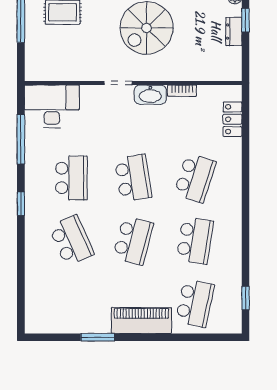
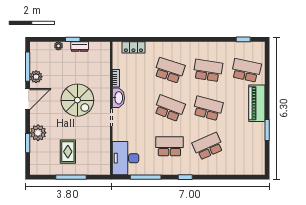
school desk: (133, 178) -> (169, 108), turned 30

